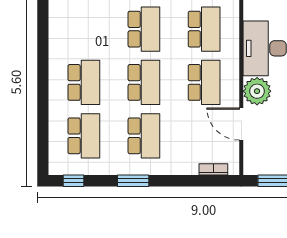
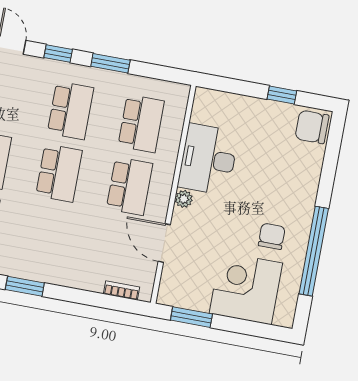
plant: (257, 91) -> (184, 199), width x0.53, depth x0.53
school desk: (144, 136) -> (47, 236), removed

